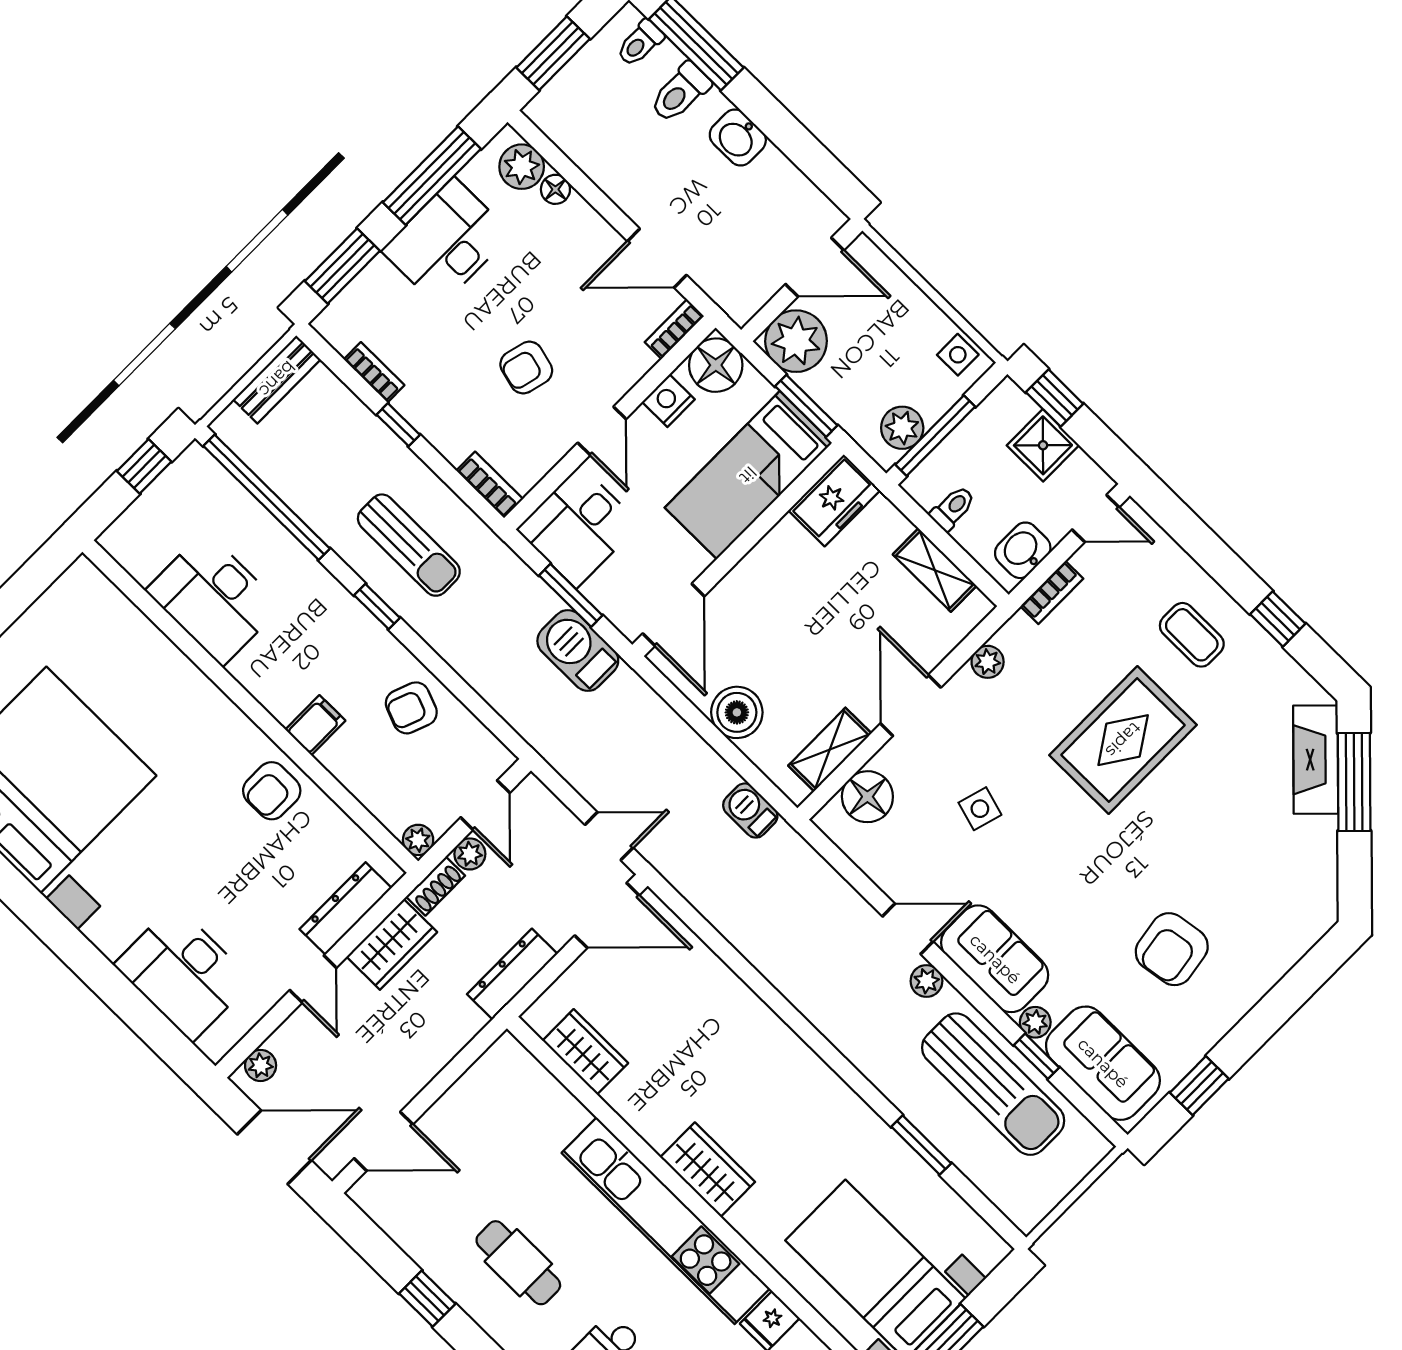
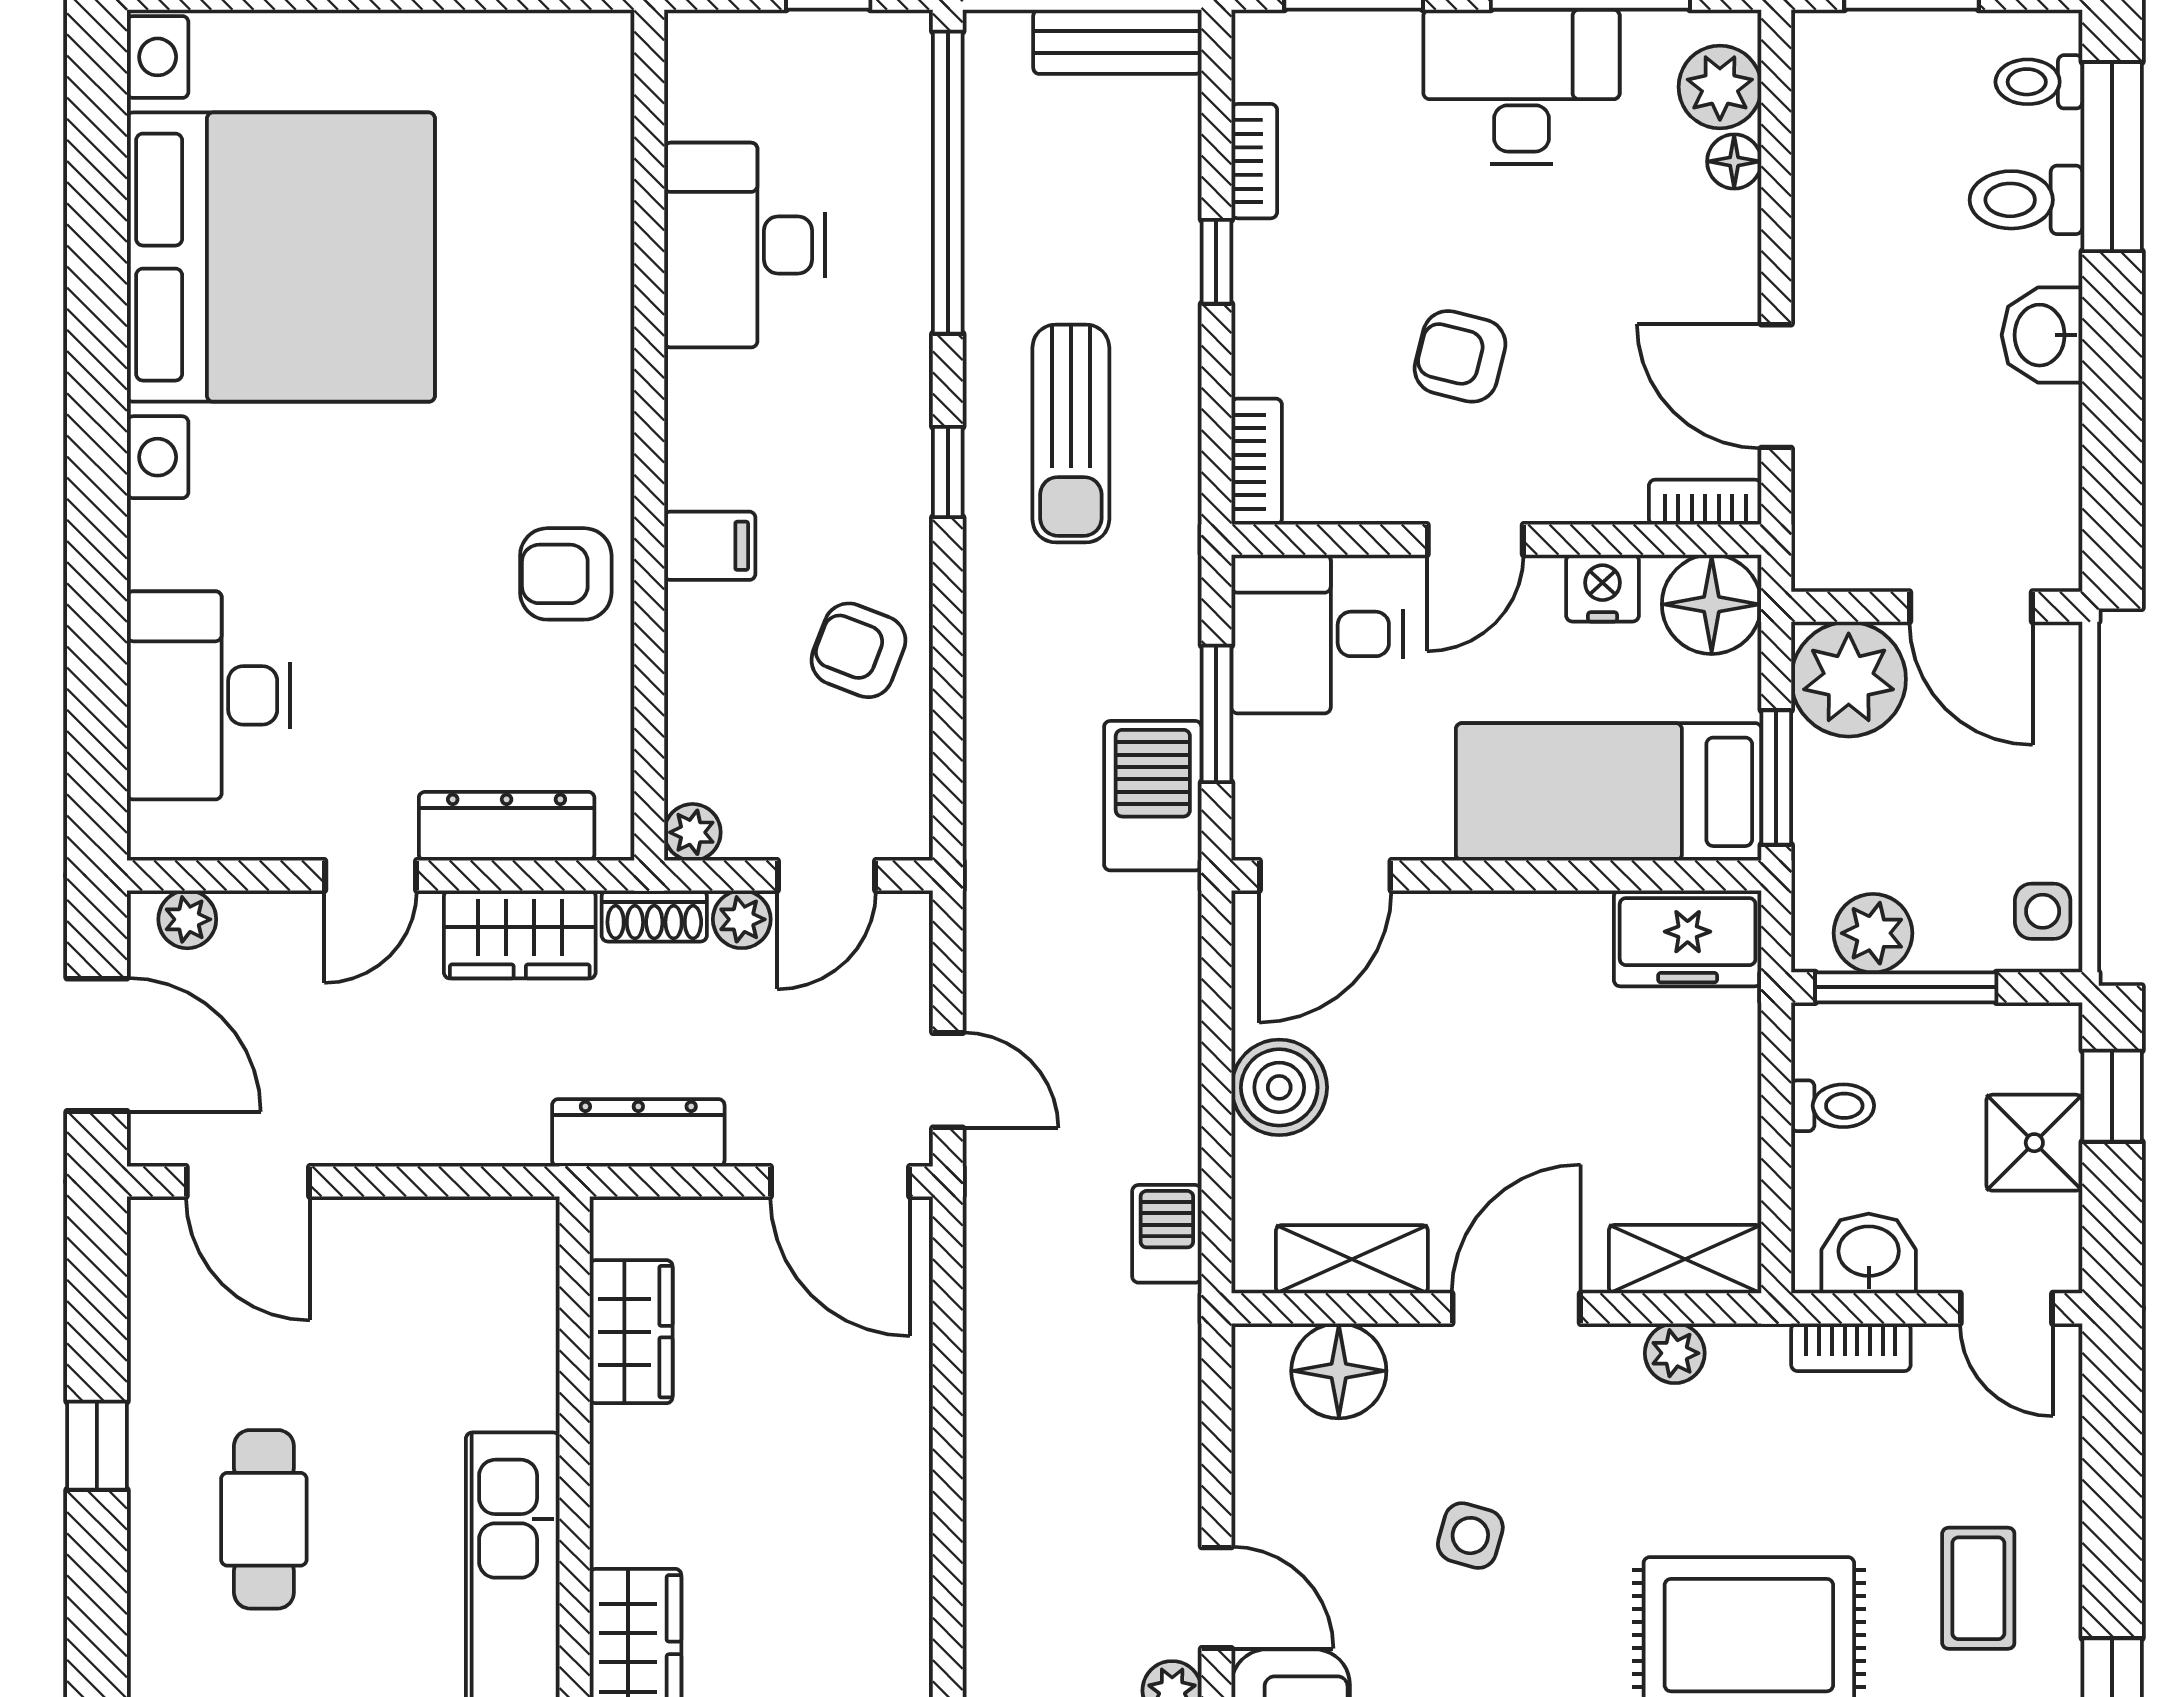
shelving: (935, 570) -> (1685, 1259), moved, turned 90

